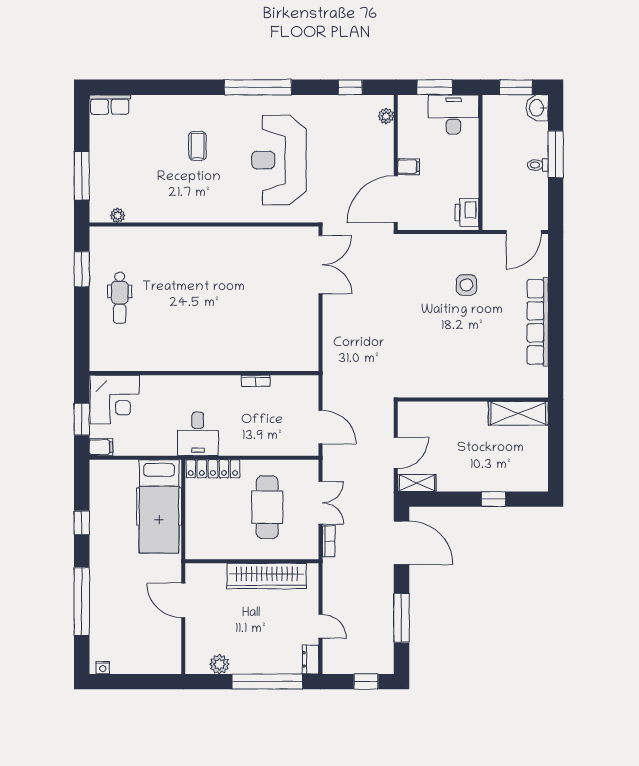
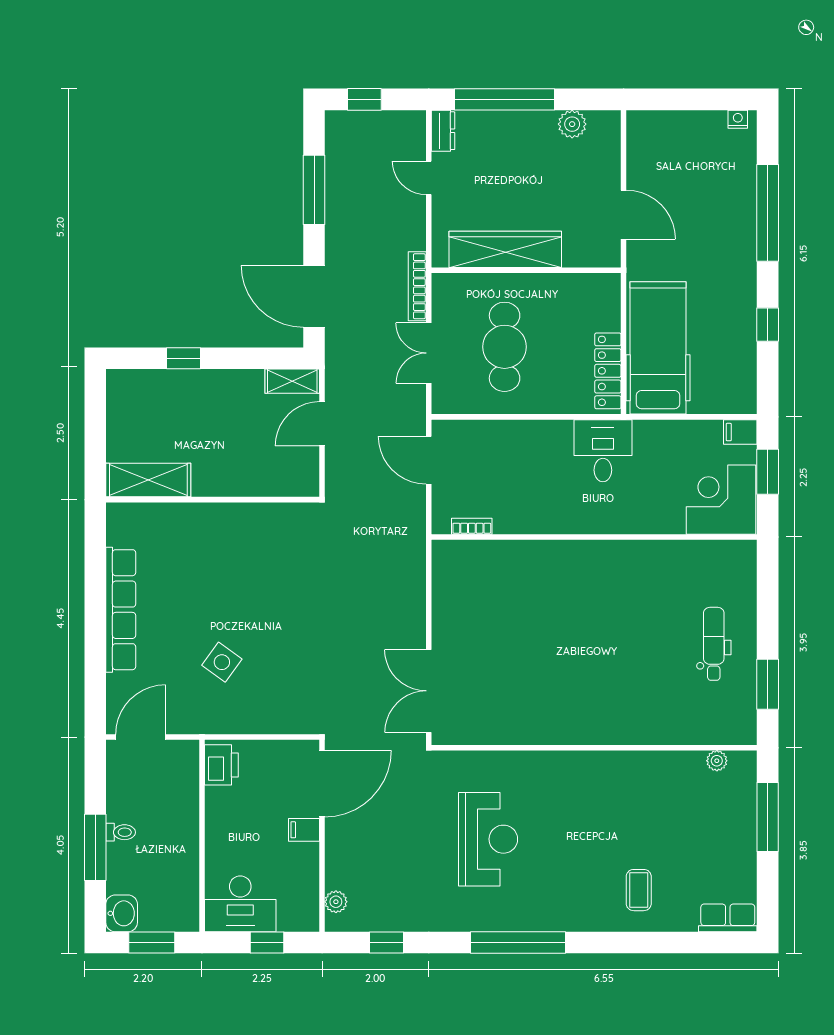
window: (435, 87) -> (267, 943), width x0.67
coffee table: (198, 146) -> (639, 890), moved
reception desk: (279, 160) -> (488, 839), width x0.74, depth x0.77
side table: (466, 285) -> (222, 662), turned 36
bookcase: (256, 381) -> (472, 526), moved
locker: (213, 469) -> (608, 371), moved, turned -90
bookcase: (329, 541) -> (417, 286), width x1.56

